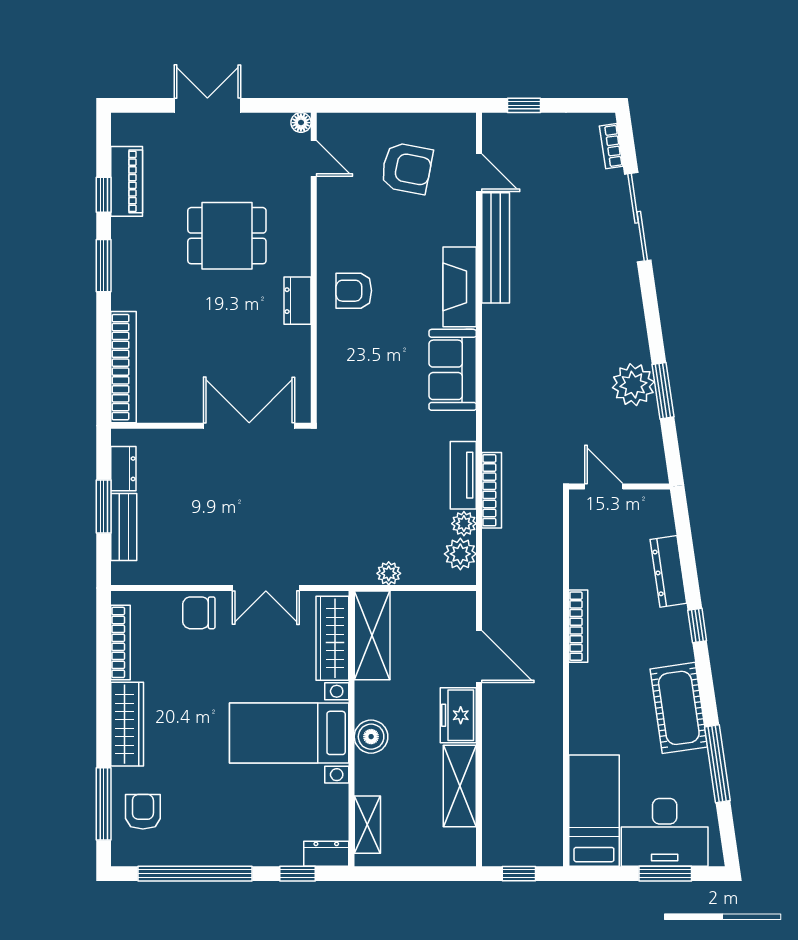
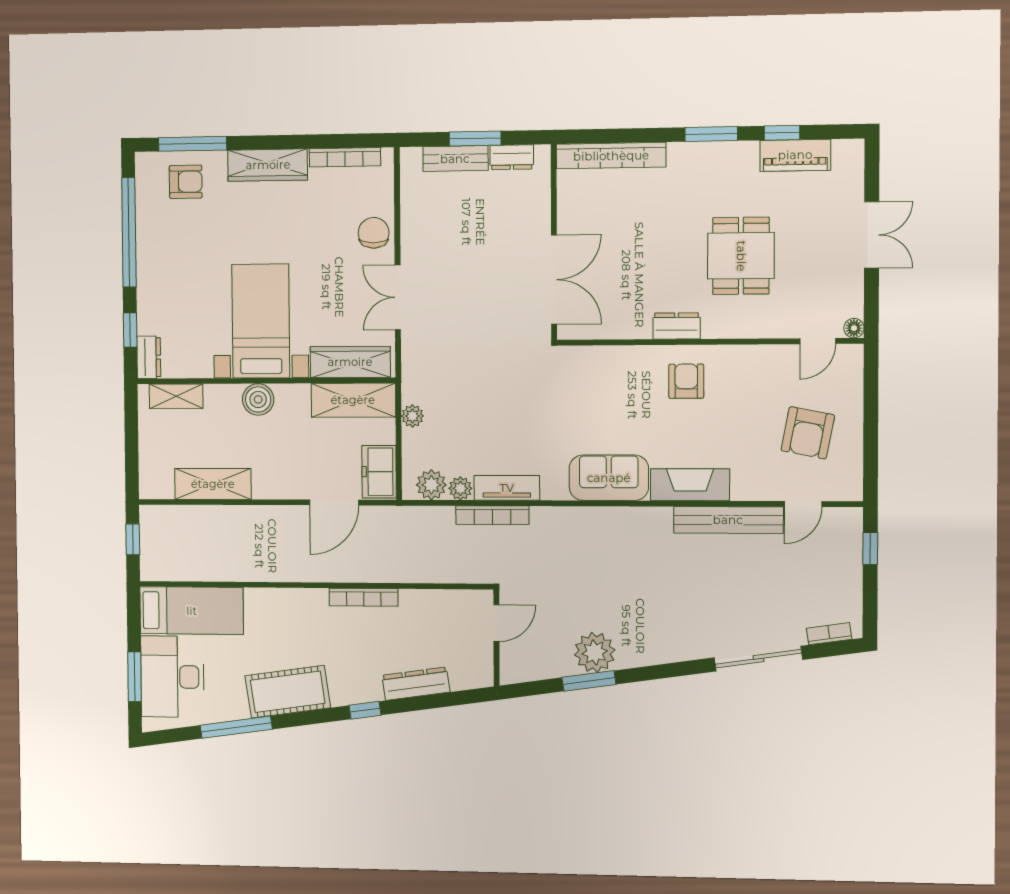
freezer: (458, 715) -> (379, 472), moved, turned -90

